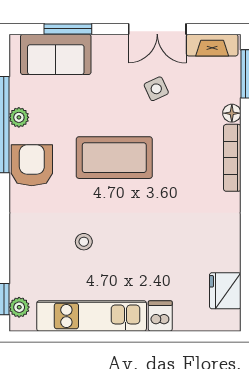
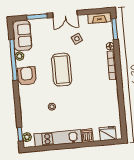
double door: (157, 29) -> (65, 14), moved
sofa: (56, 54) -> (22, 36), moved, turned -90
coffee table: (114, 158) -> (62, 70), turned 90
fridge: (225, 291) -> (108, 134), moved, turned 90

